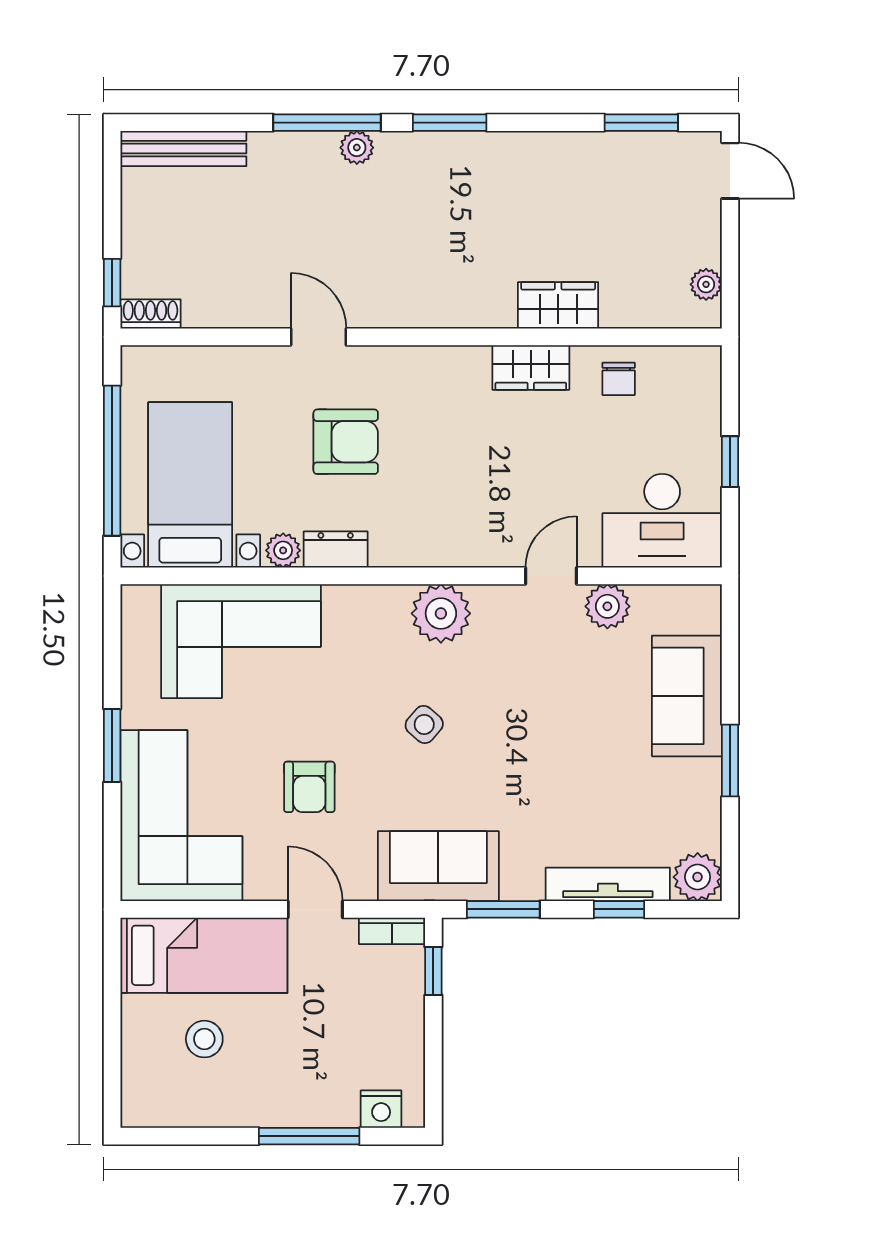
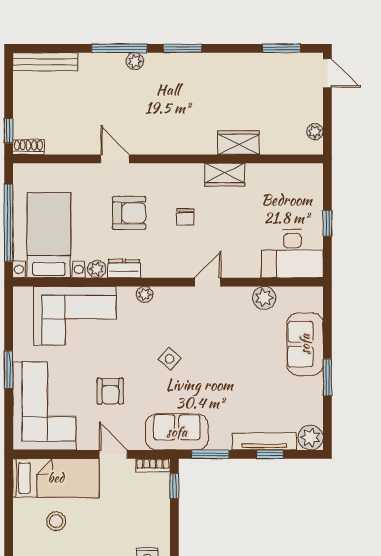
chair: (619, 379) -> (185, 217), moved
door: (551, 576) -> (208, 282), moved
plant: (441, 613) -> (144, 294), moved, width x0.53, depth x0.53

